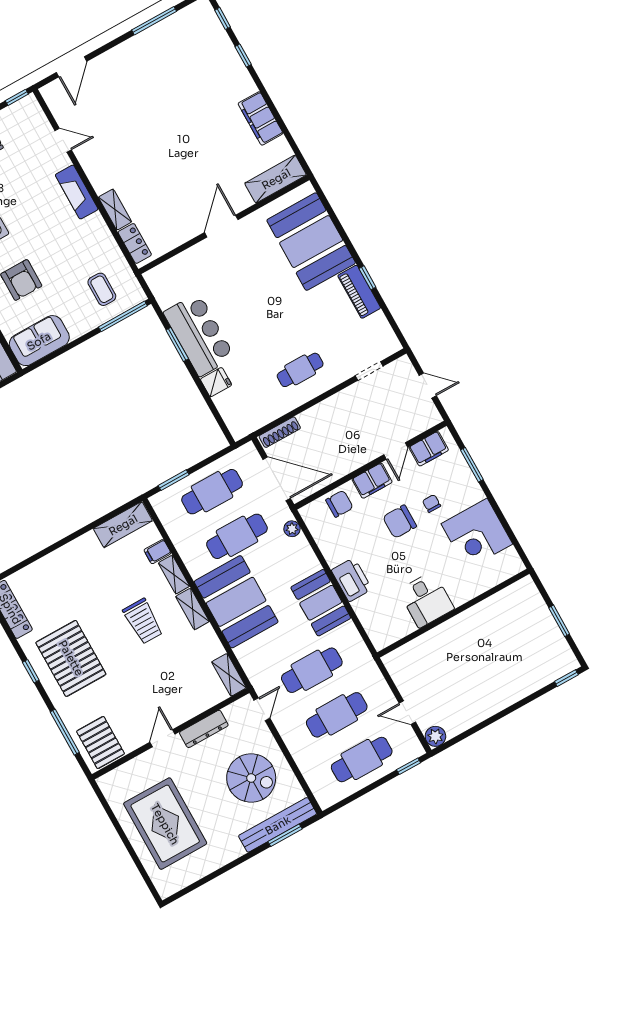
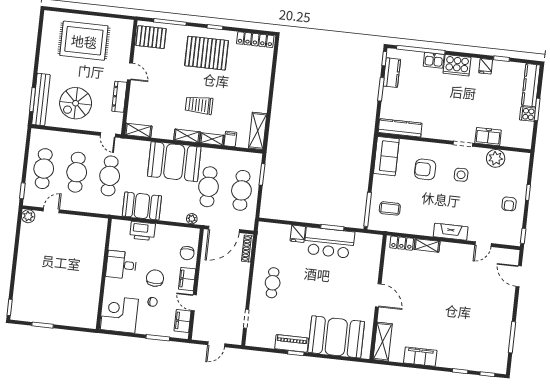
desk: (426, 600) -> (121, 265), moved
wall: (453, 613) -> (104, 274), moved

